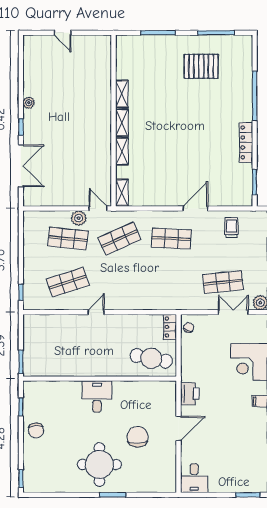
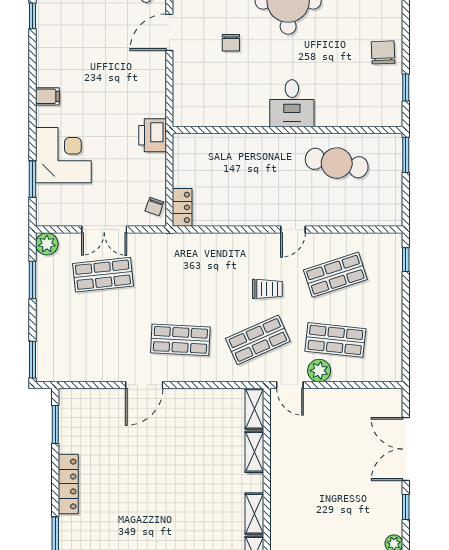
shelving: (122, 151) -> (254, 452), moved
trolley: (231, 228) -> (267, 289), moved, turned -90
double door: (233, 312) -> (104, 230), moved
cafe table: (151, 358) -> (337, 163), moved
printer: (190, 394) -> (153, 135), moved
door: (179, 429) -> (169, 32), moved
chair: (138, 437) -> (231, 43), width x0.54, depth x0.54

